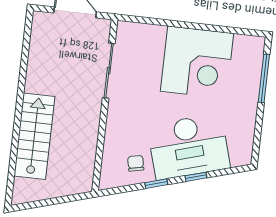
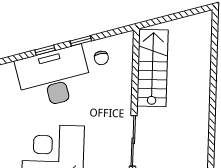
stairs: (34, 136) -> (153, 68), moved, turned 180

